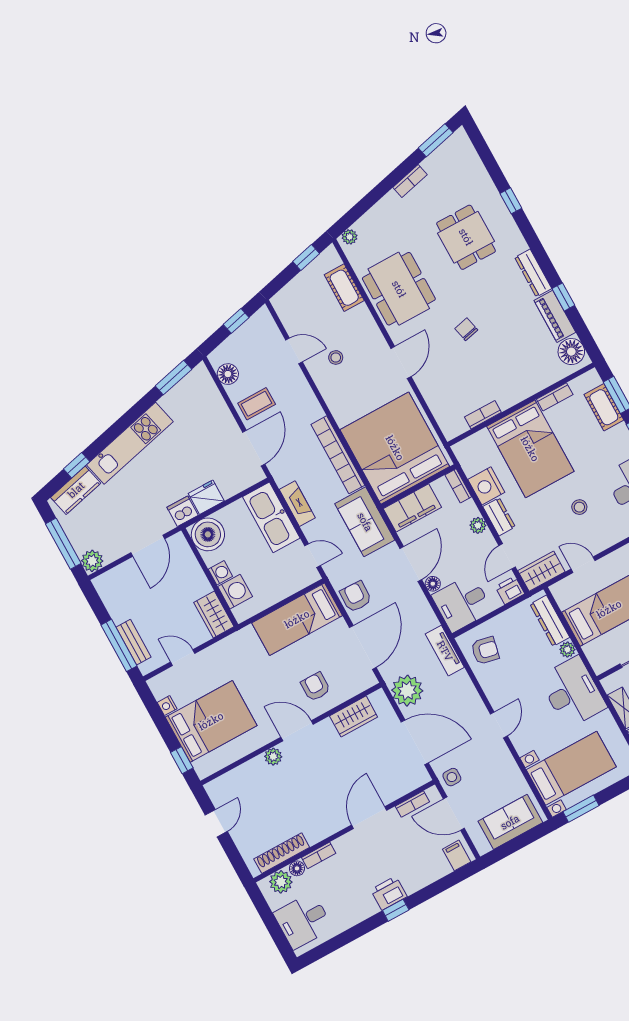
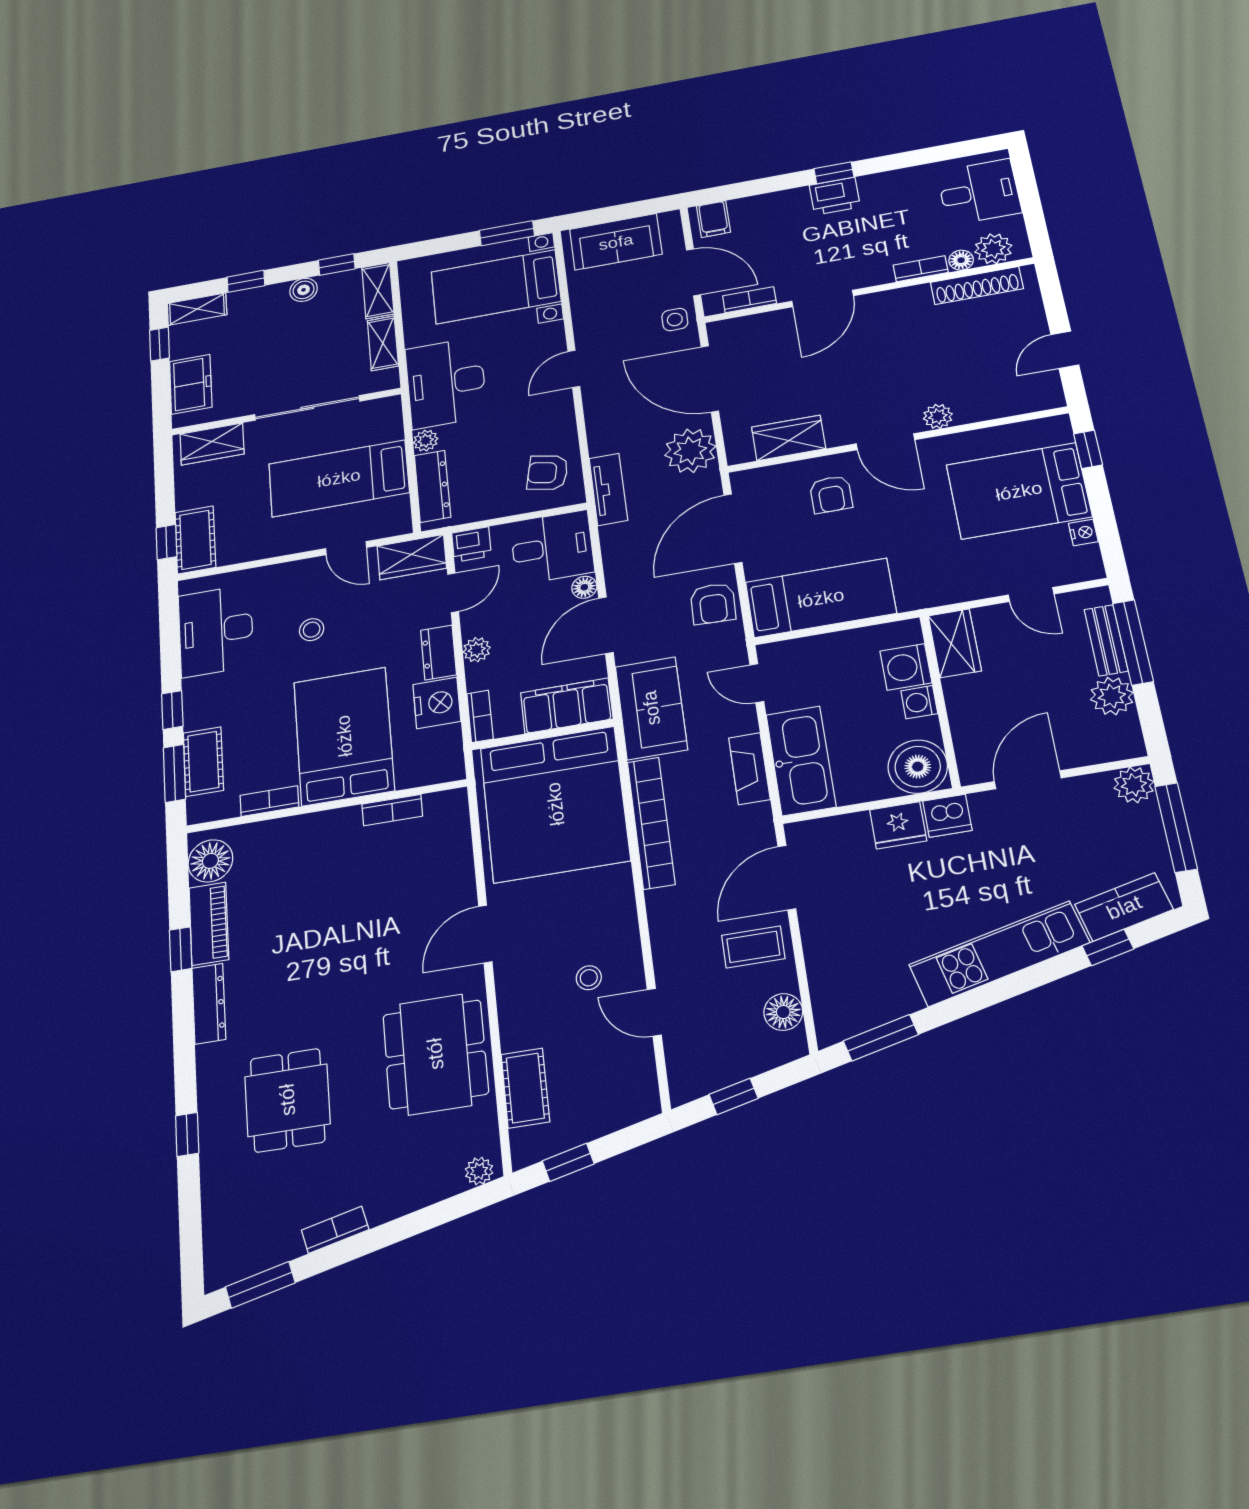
chair: (466, 329) -> (357, 951), removed
plant: (120, 609) -> (1112, 696), added

